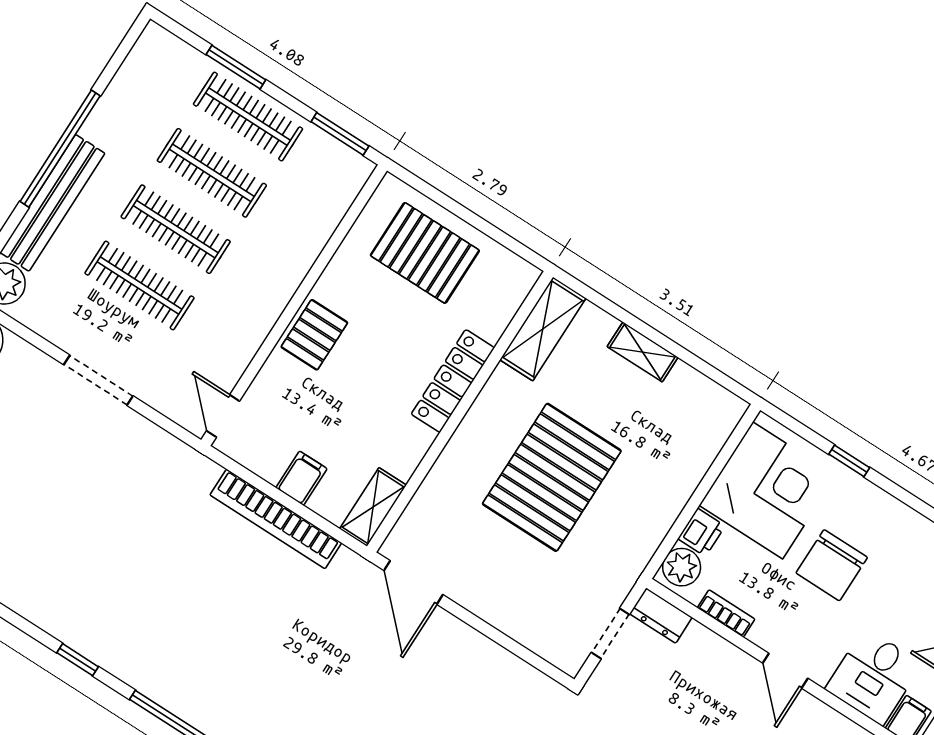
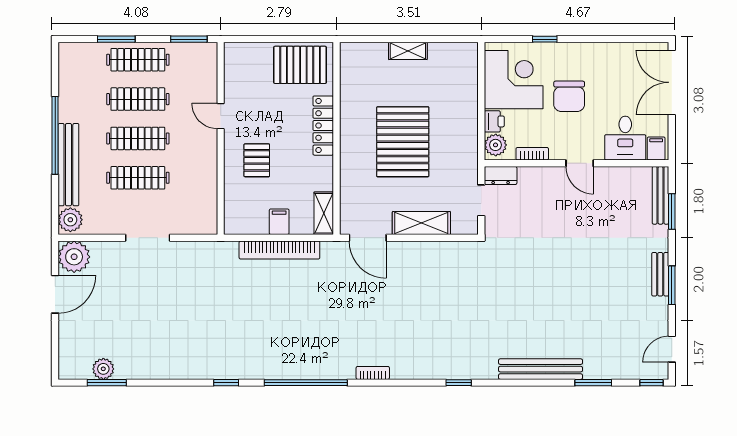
pallet: (425, 253) -> (300, 65), moved
shelving: (543, 329) -> (421, 223), moved, turned 90
pallet: (314, 335) -> (257, 160), moved
door: (223, 416) -> (221, 116), moved

